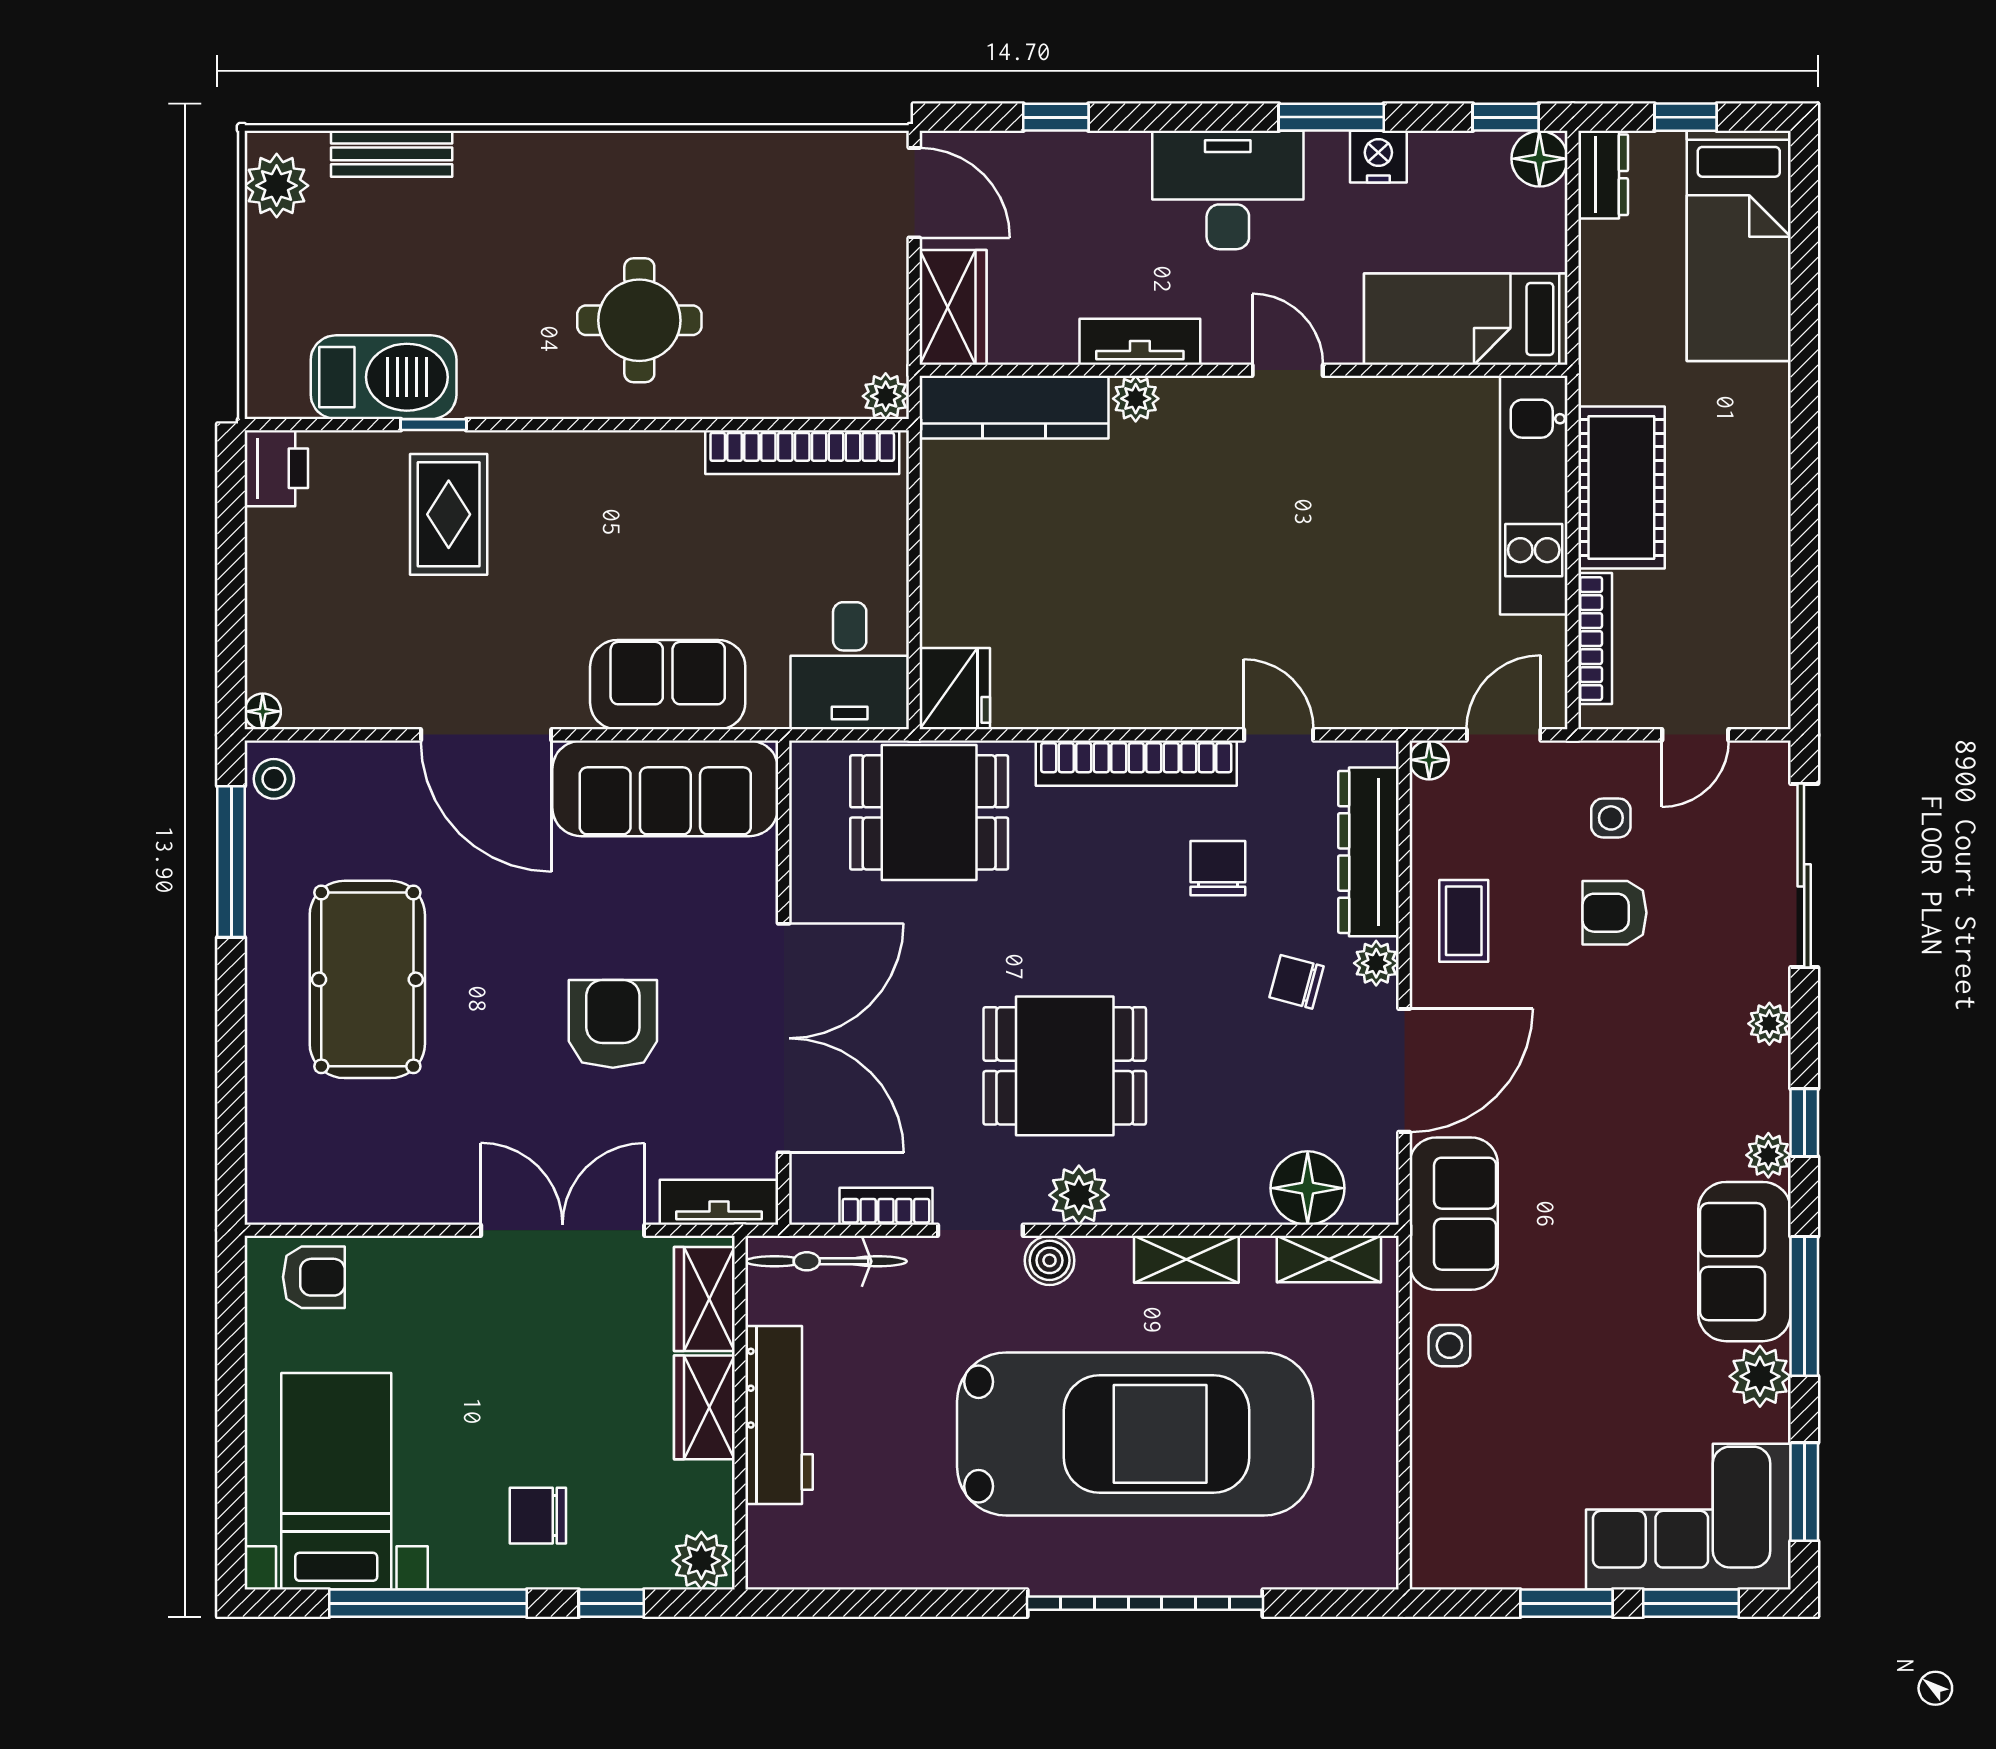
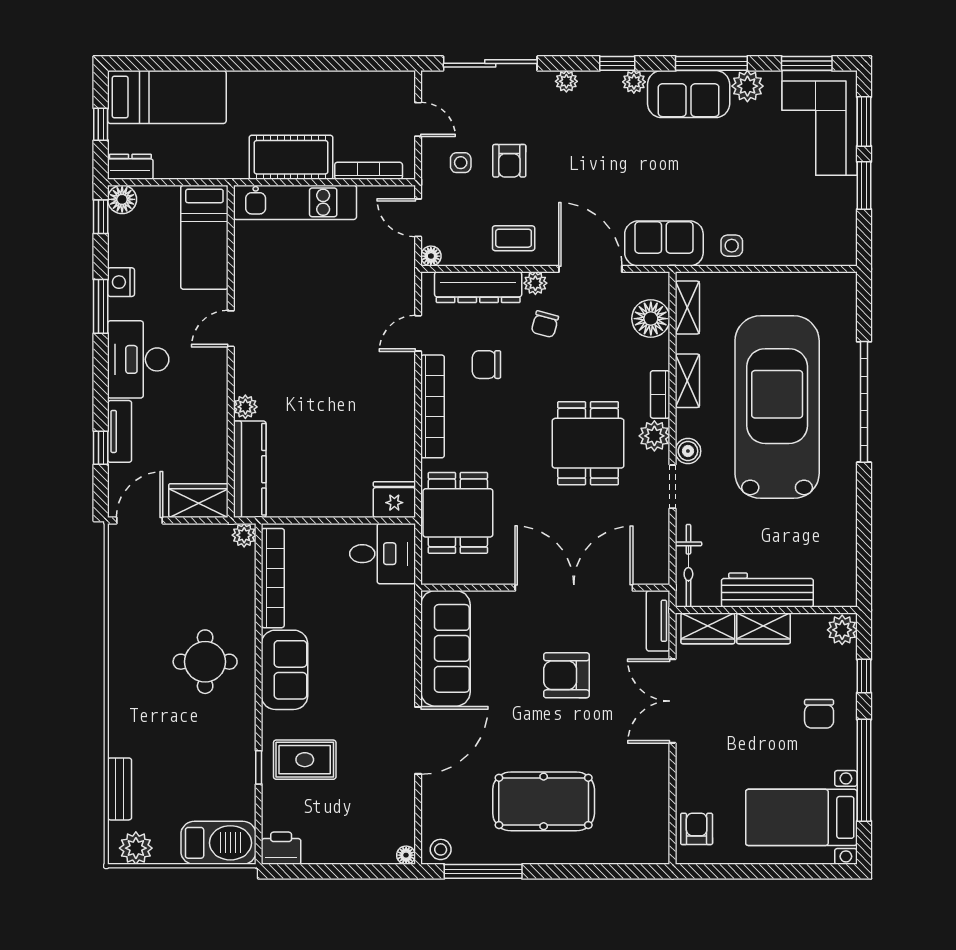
tv unit: (1140, 342) -> (120, 431), moved, turned 180
barbecue: (384, 377) -> (218, 843), moved, turned 90
sofa: (668, 685) -> (284, 670), moved, turned 180
bookcase: (886, 1206) -> (660, 394), moved

